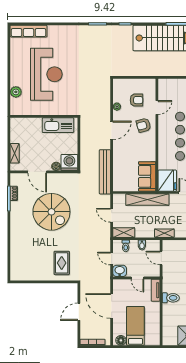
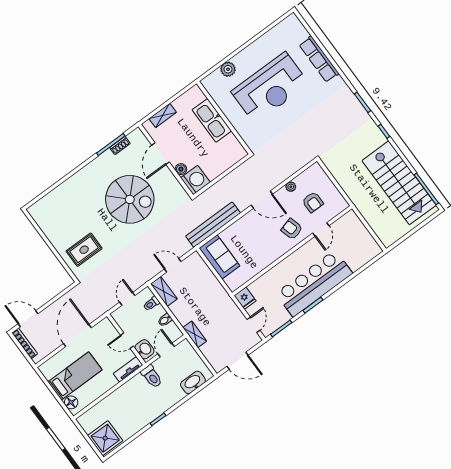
row of seats: (29, 31) -> (319, 59), moved
door: (157, 108) -> (321, 229), hinge flipped
kitchen sink: (58, 125) -> (212, 120), moved
sofa: (147, 176) -> (219, 257), moved, turned 90
fridge: (167, 181) -> (245, 298), width x0.53, depth x0.75
shelving: (147, 200) -> (217, 291), removed
spiral stairs: (51, 212) -> (130, 199), turned -90
door: (112, 215) -> (173, 265), hinge flipped
washbasin: (120, 271) -> (145, 349), moved
door: (137, 278) -> (127, 341), hinge flipped
toilet: (171, 298) -> (152, 376), moved
door: (79, 312) -> (28, 319), moved
floor lamp: (121, 340) -> (71, 402), moved

